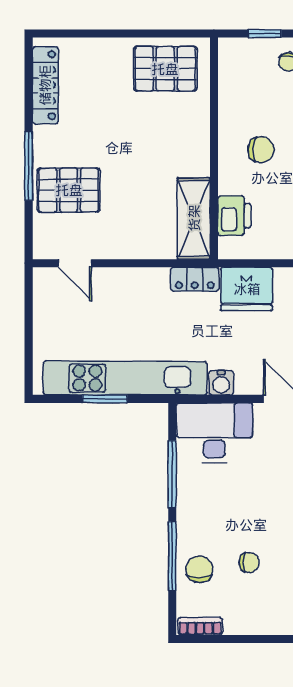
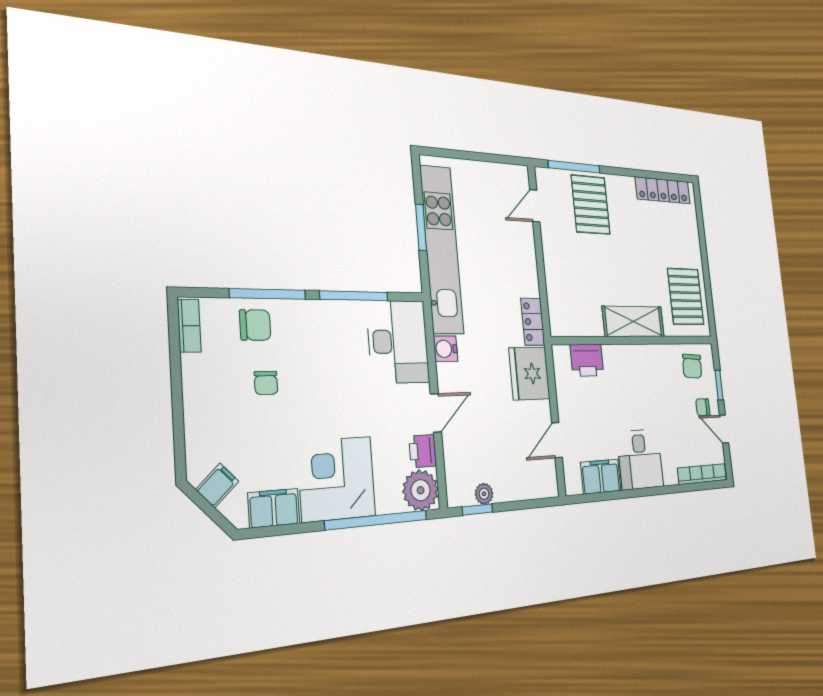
chair: (261, 150) -> (692, 366), moved
window: (29, 166) -> (574, 167), moved
shelving: (194, 218) -> (633, 321), moved

